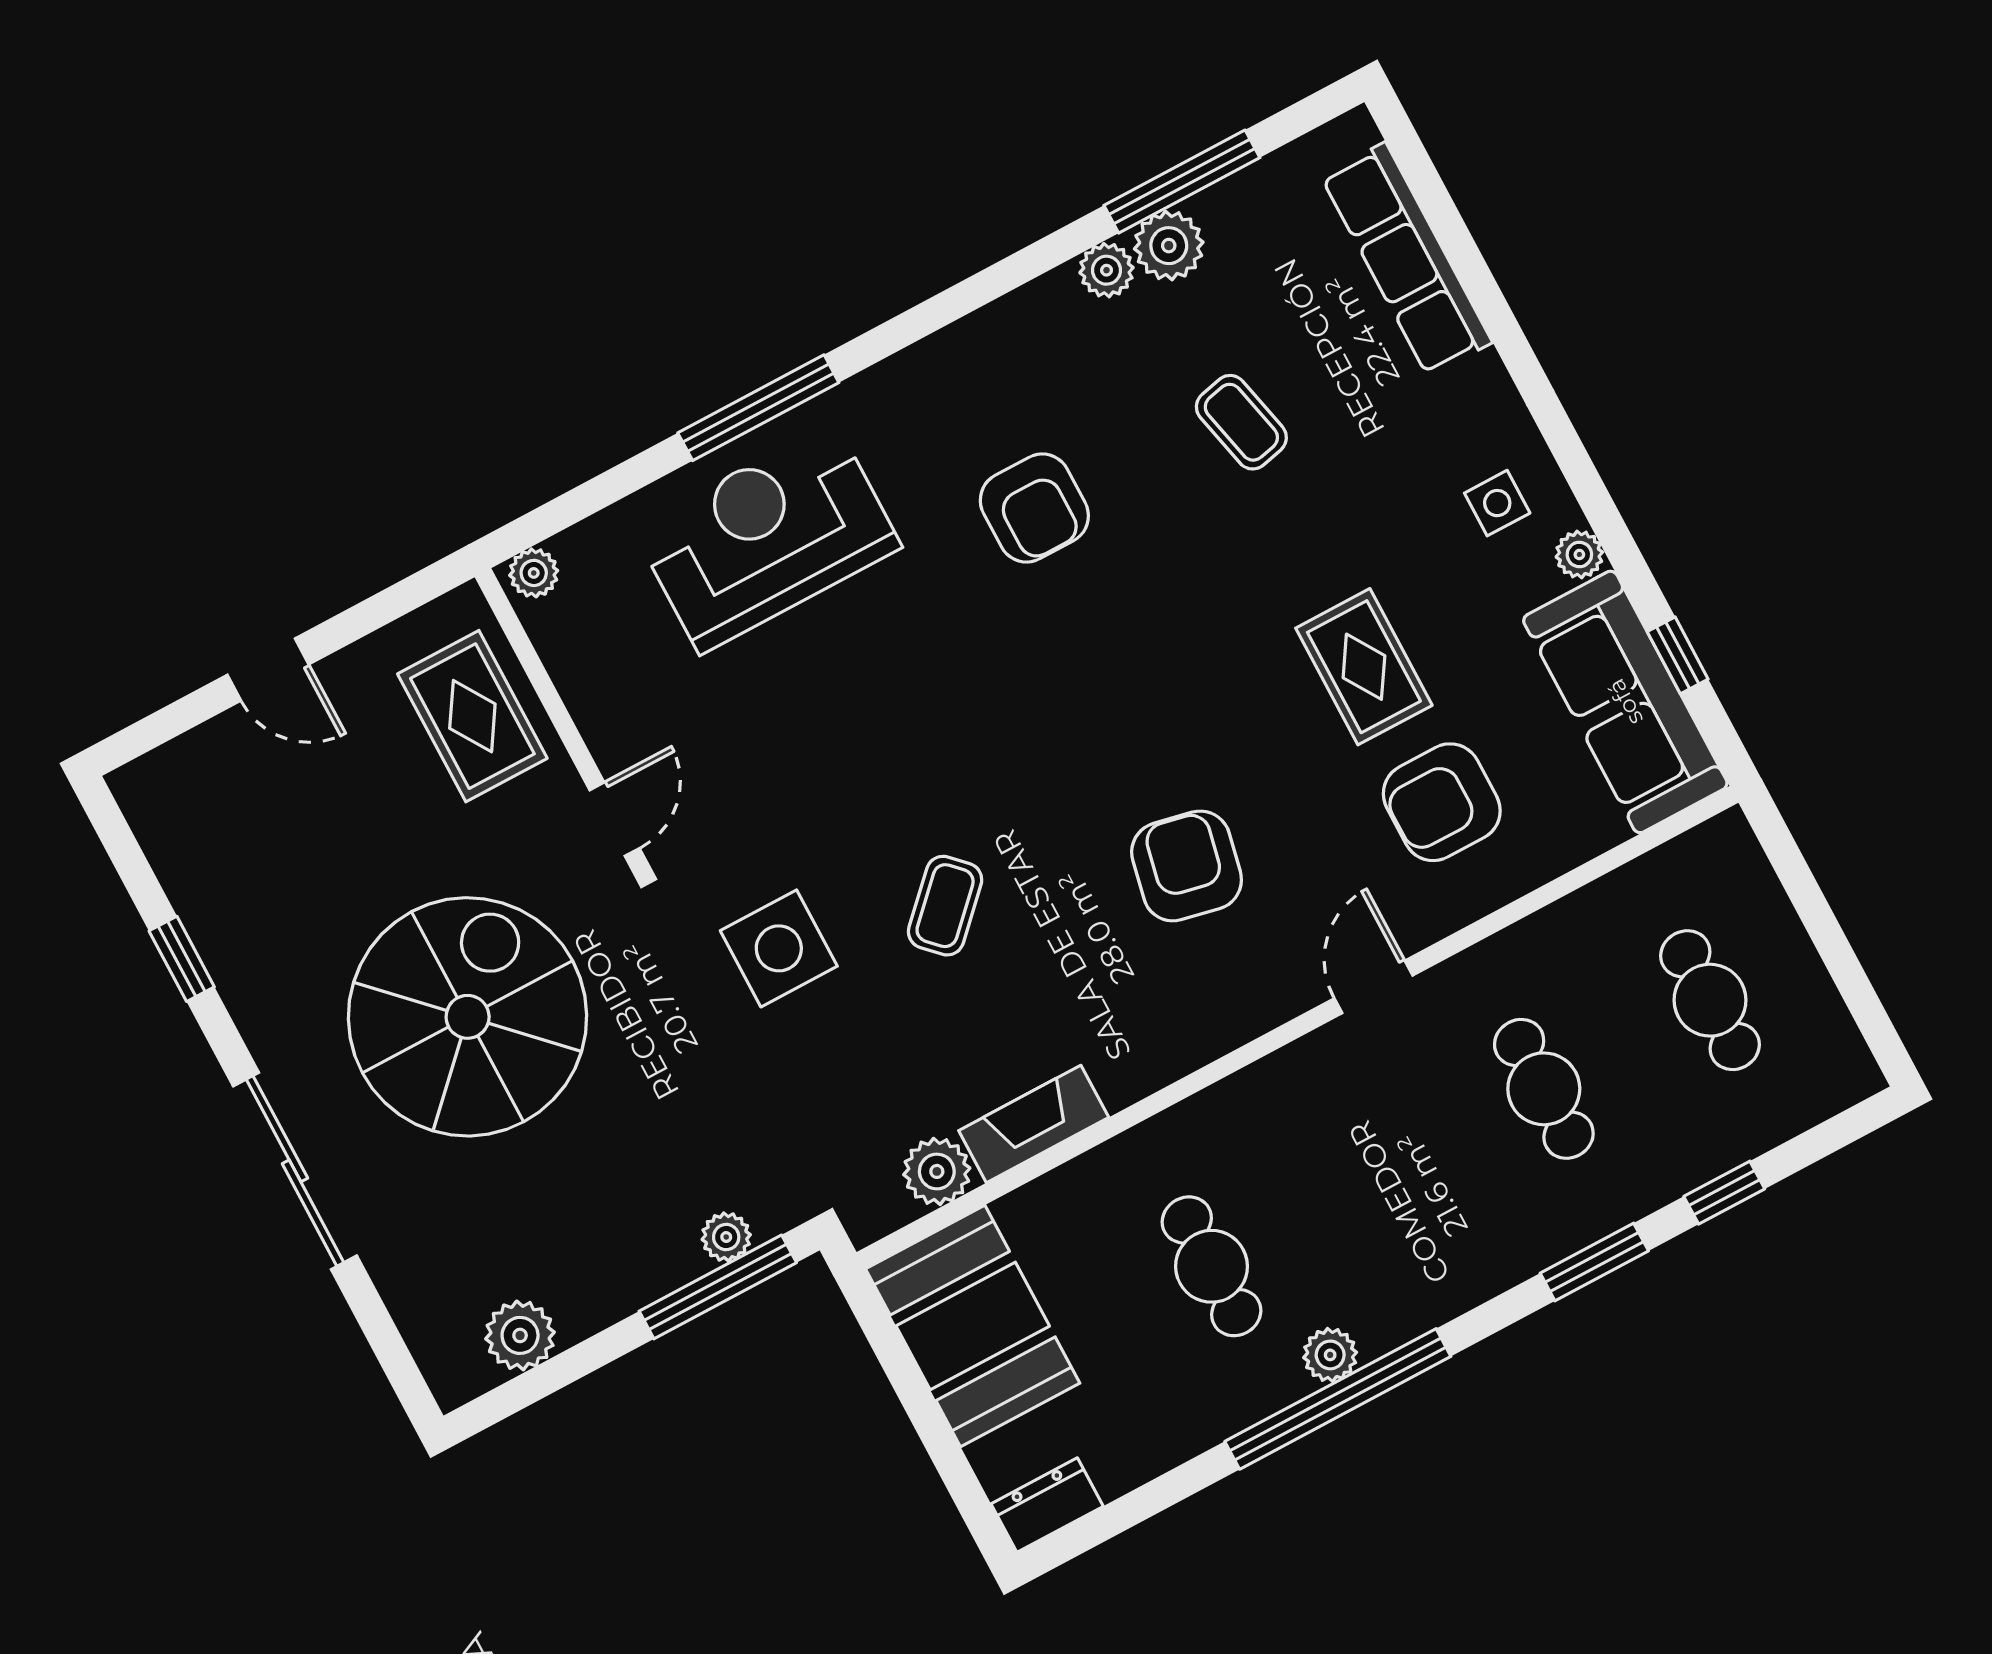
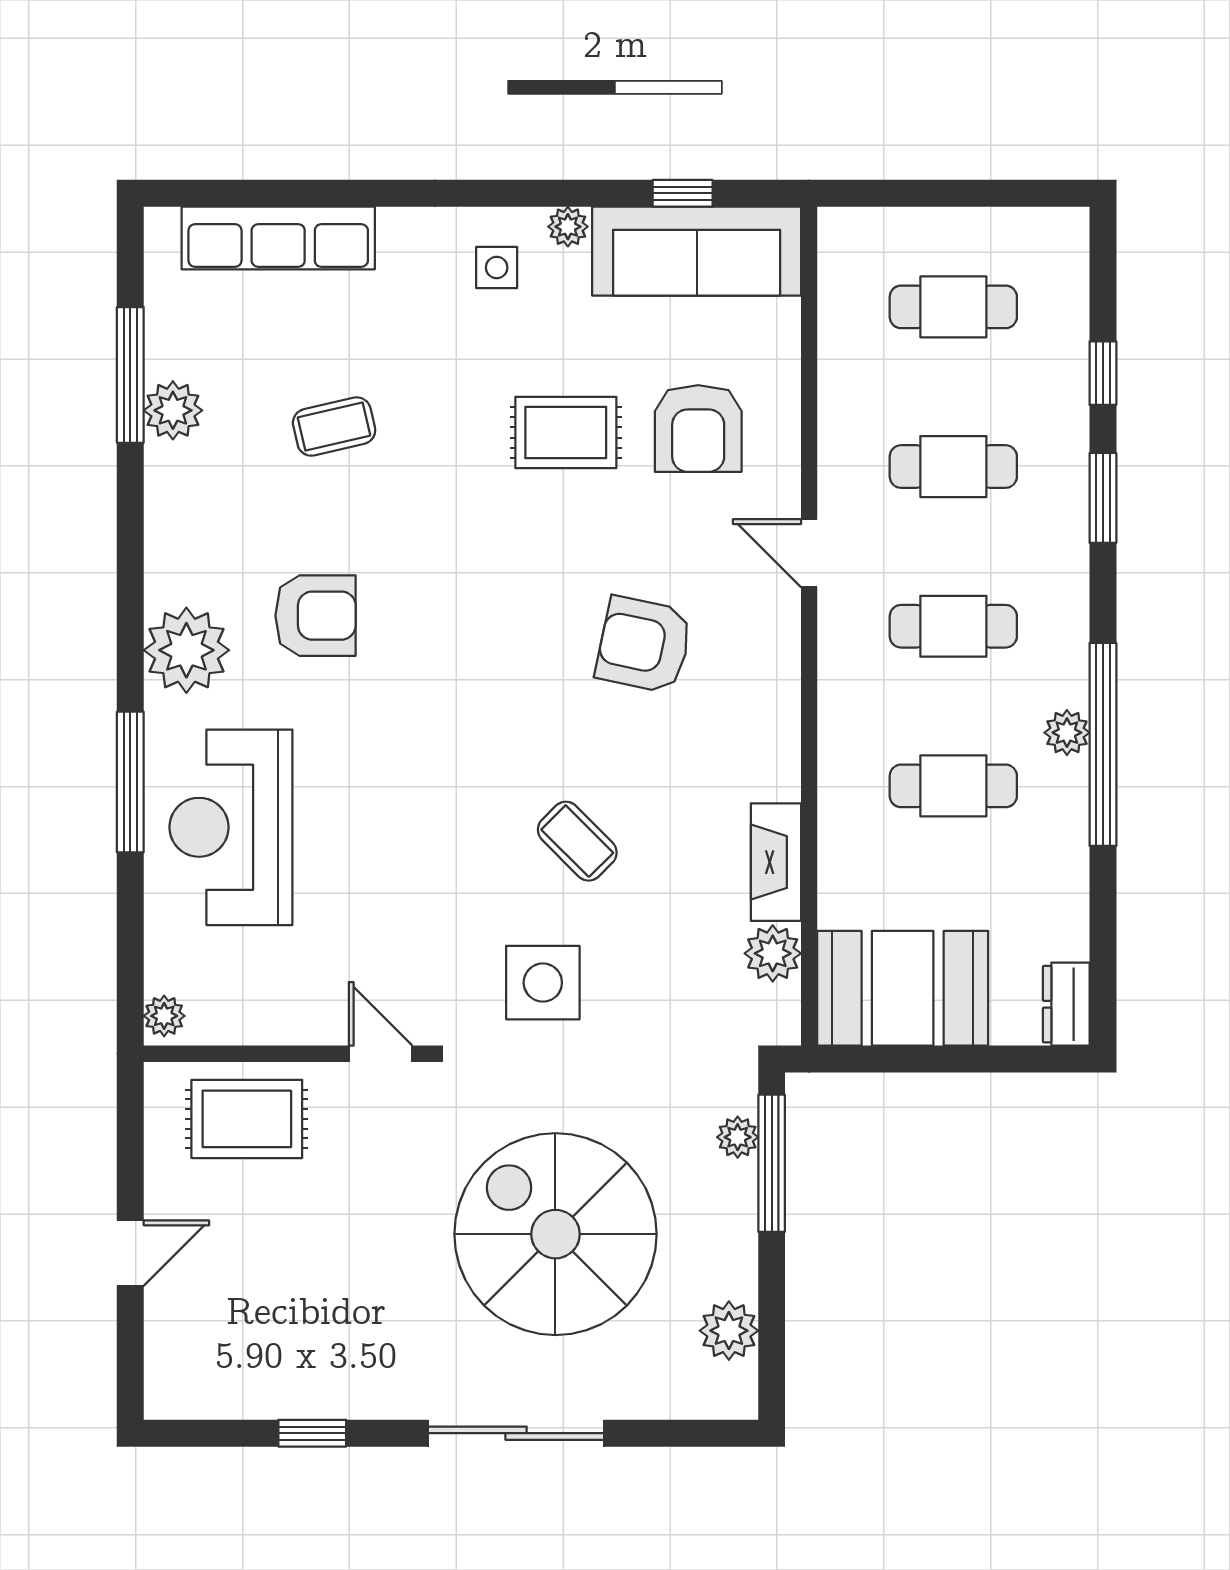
plant: (1106, 270) -> (186, 650), moved, width x1.88, depth x1.88
spiral stairs: (468, 1017) -> (555, 1234), moved
cafe table: (1378, 1178) -> (953, 626), added

